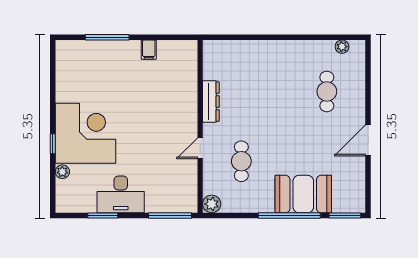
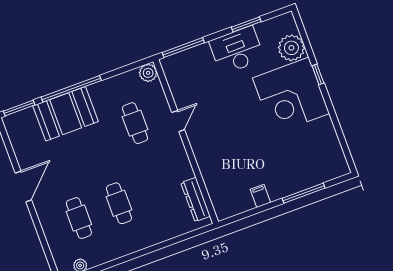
cafe table: (284, 92) -> (119, 203), added
dresser: (211, 102) -> (196, 200), moved
plant: (62, 172) -> (291, 48), width x1.88, depth x1.88

